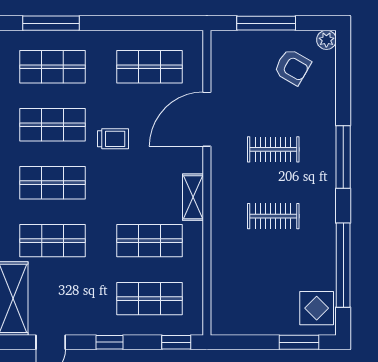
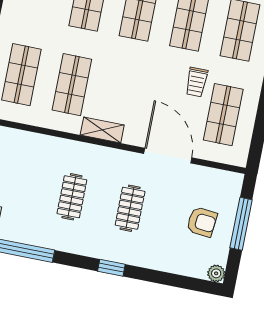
armchair: (292, 67) -> (202, 222), moved, turned -114
trolley: (113, 139) -> (197, 82), moved
window: (343, 157) -> (111, 268), width x0.46

